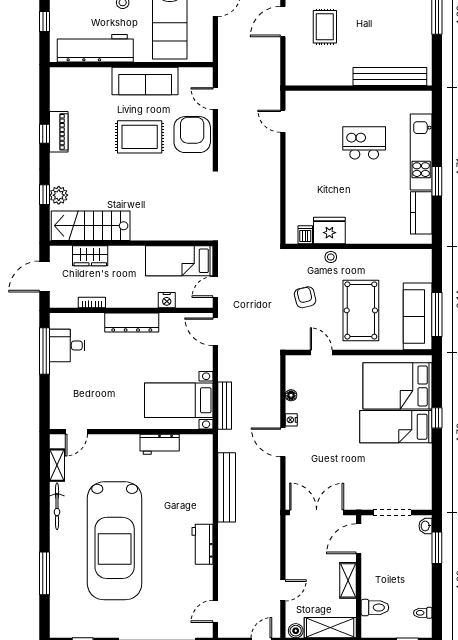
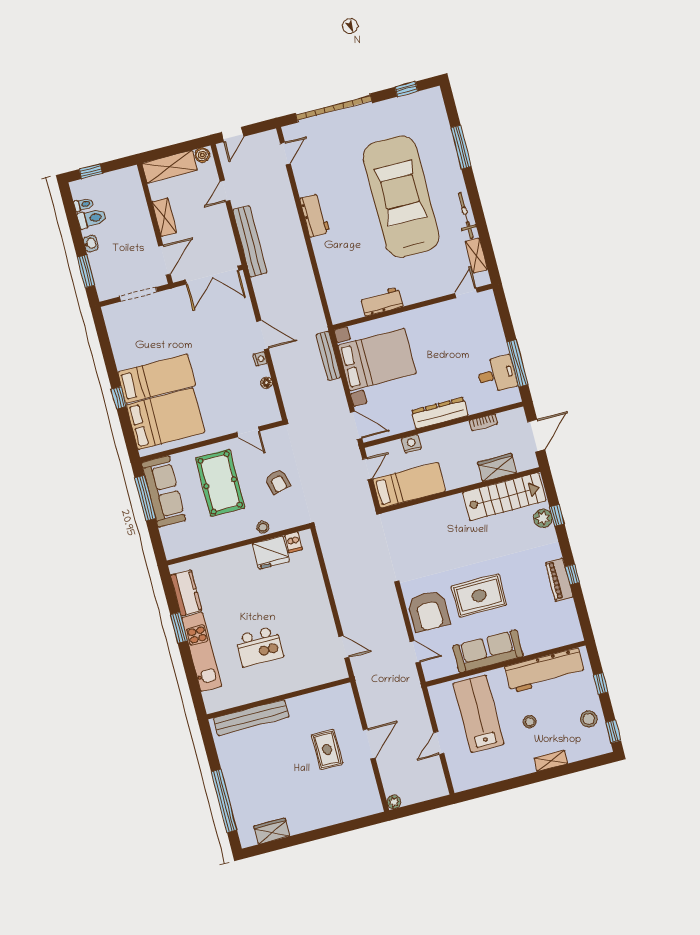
bed with nightstands: (179, 400) -> (377, 360), width x1.36
bench: (227, 487) -> (250, 241), moved
washbasin: (426, 526) -> (91, 244), moved
toilet: (375, 608) -> (92, 218), moved, turned 180

